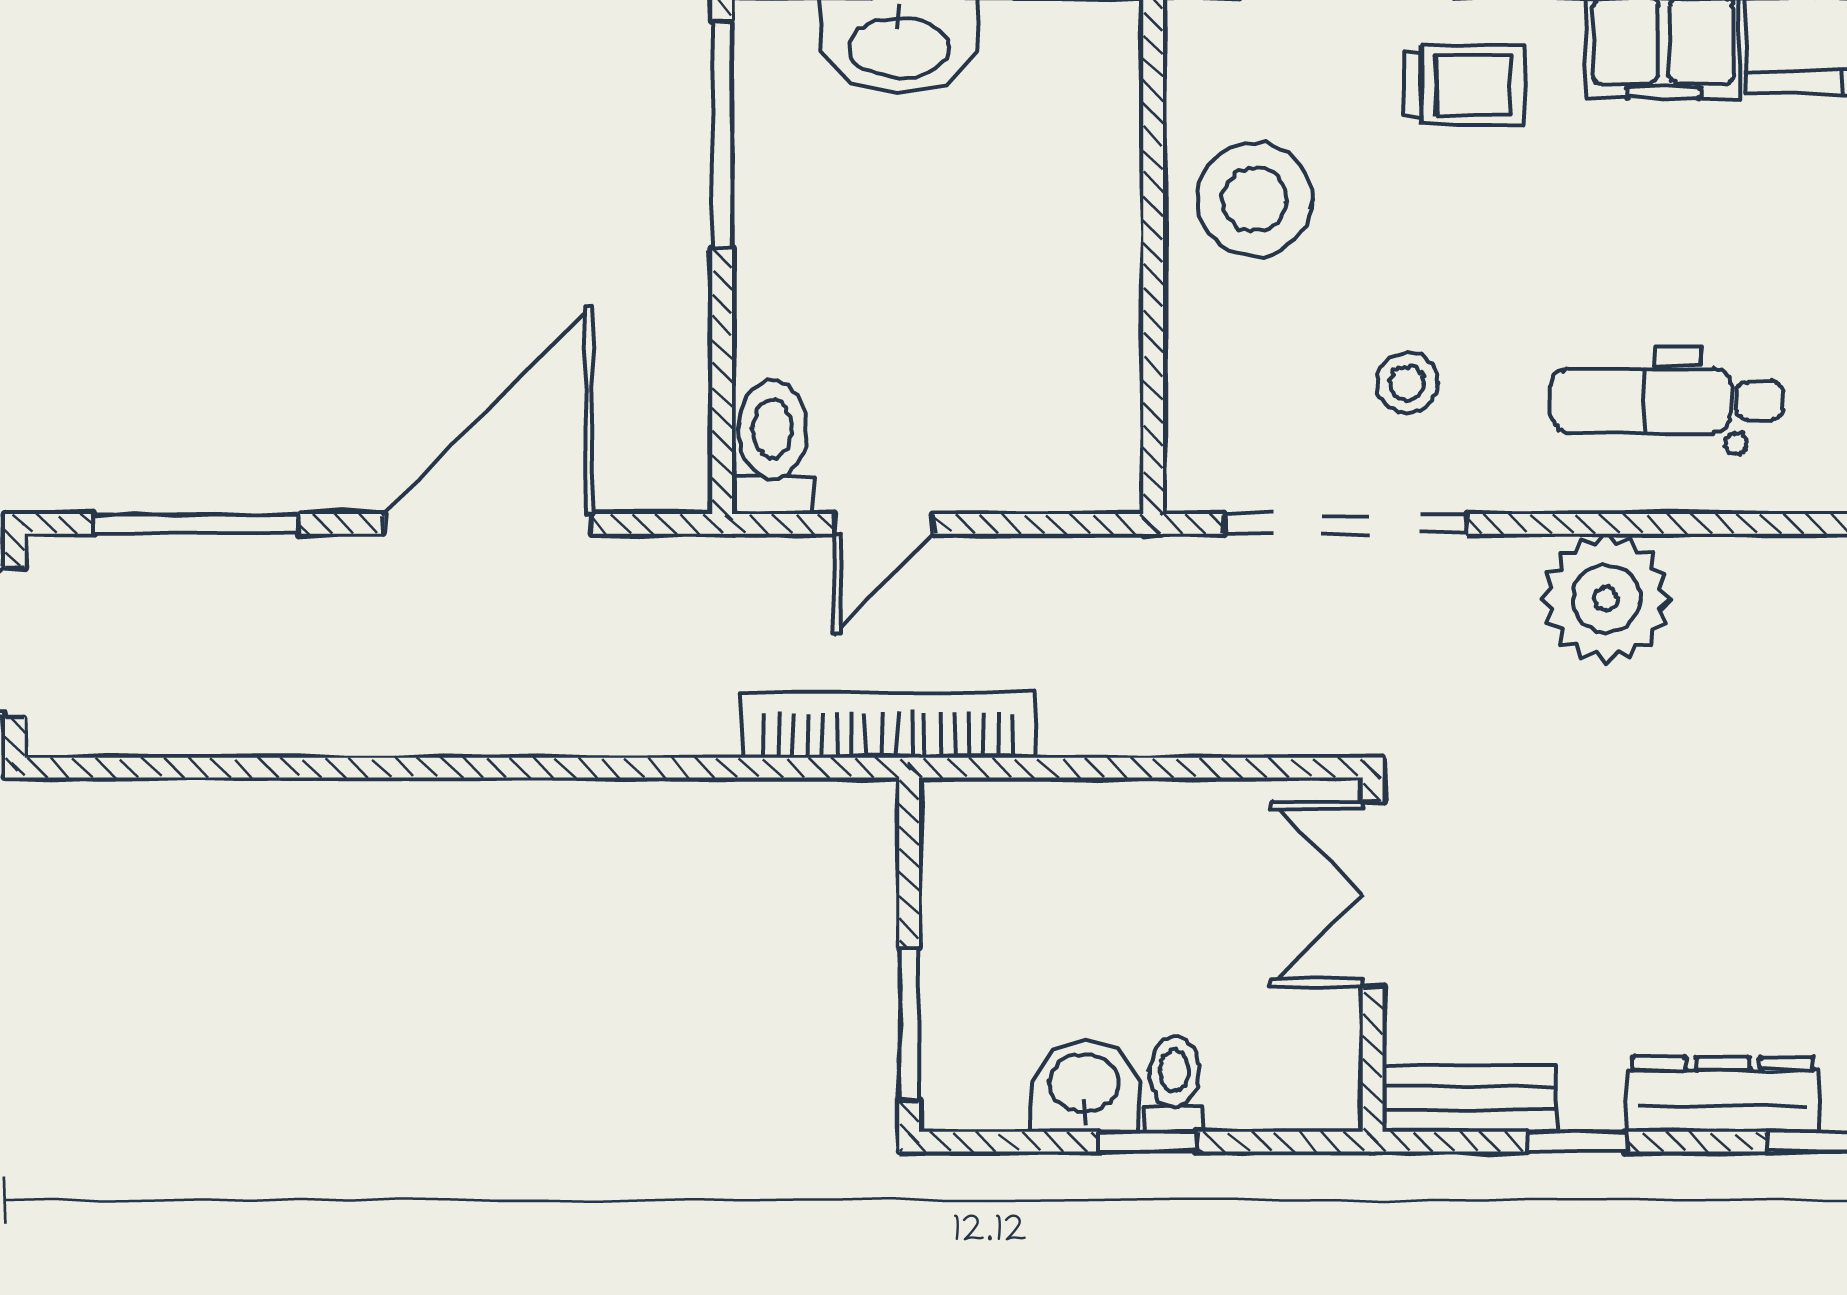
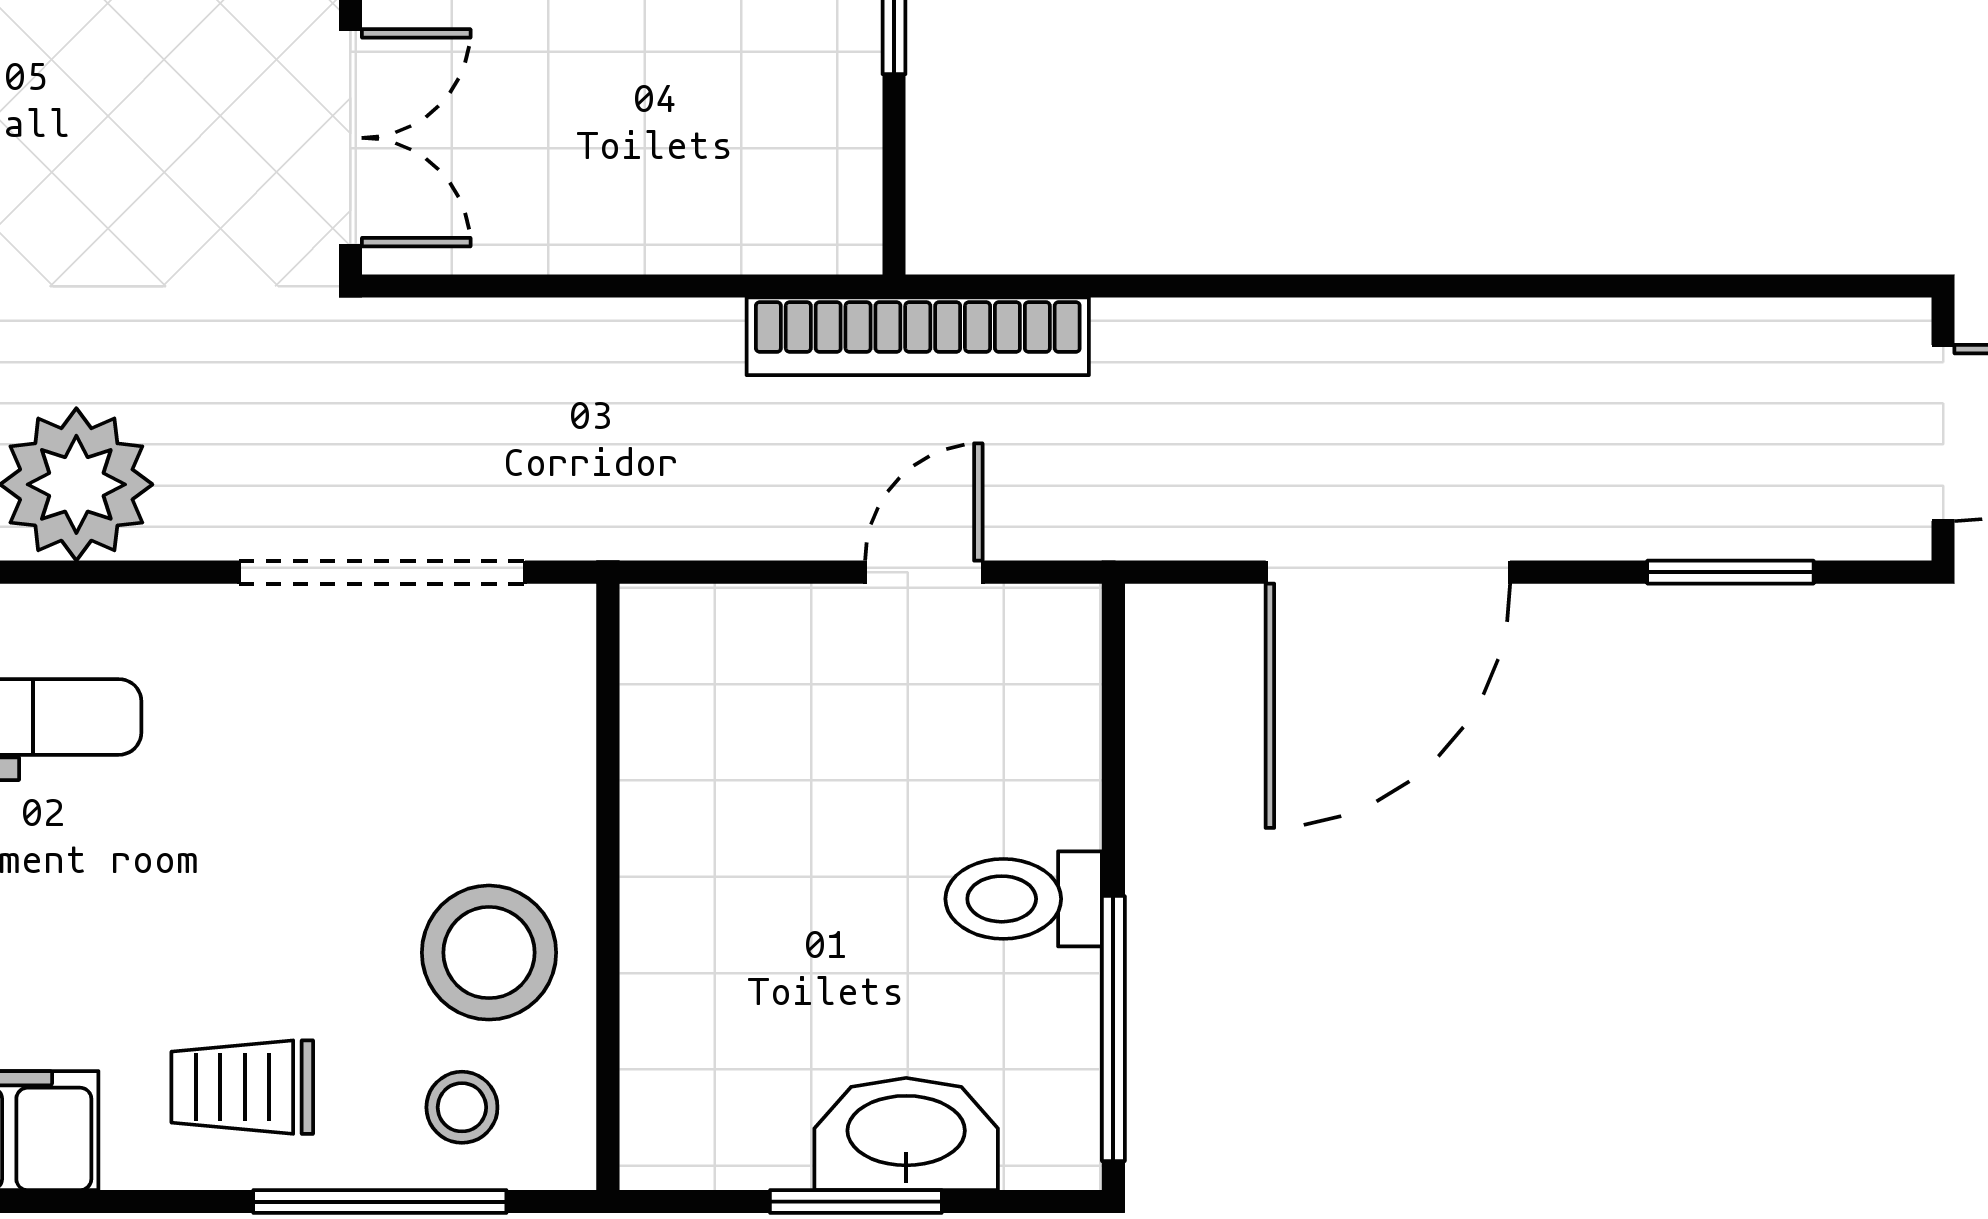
stool: (1407, 383) -> (462, 1107), moved
toilet: (773, 447) -> (1024, 899), moved, turned 90
window: (196, 524) -> (1730, 572), width x0.69

